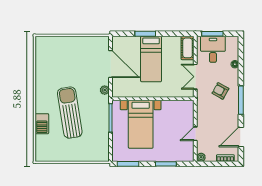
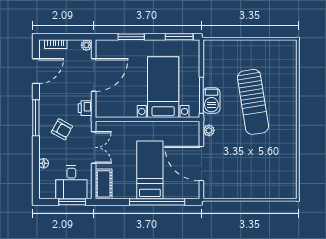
window: (145, 34) -> (157, 202), width x2.11
printer: (202, 108) -> (85, 108), added
barbecue: (42, 124) -> (211, 101), moved, turned 180
door: (195, 134) -> (94, 75), width x1.88

